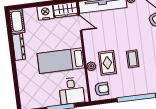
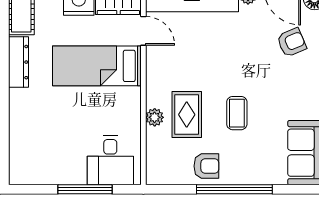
bed: (61, 61) -> (97, 66), moved
armchair: (102, 89) -> (206, 166), moved

